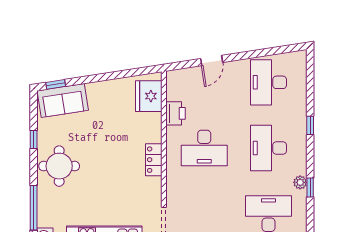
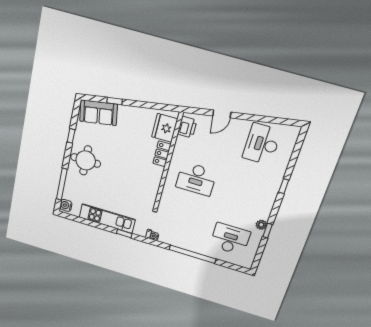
window: (56, 84) -> (115, 101), moved
printer: (175, 113) -> (187, 127), moved
desk: (268, 148) -> (245, 193), removed
locker: (154, 160) -> (162, 154), moved

